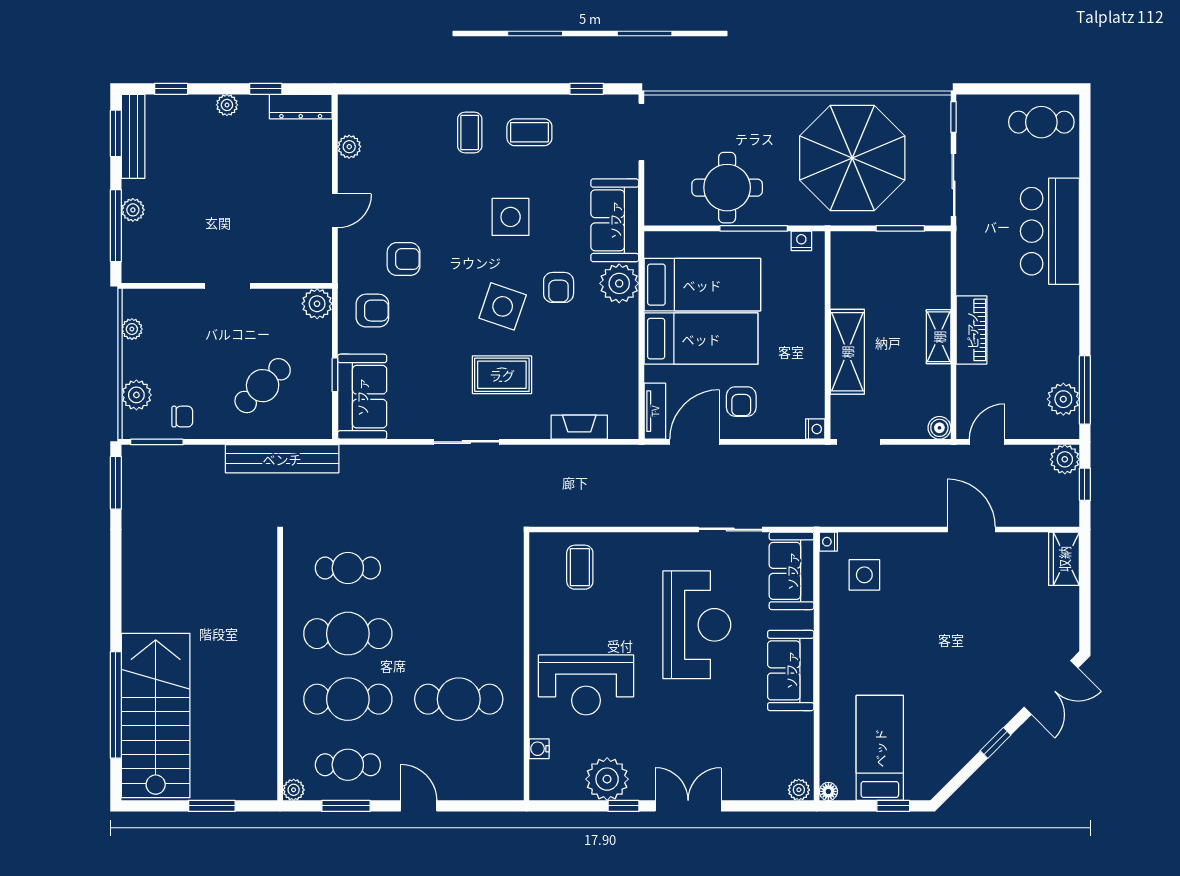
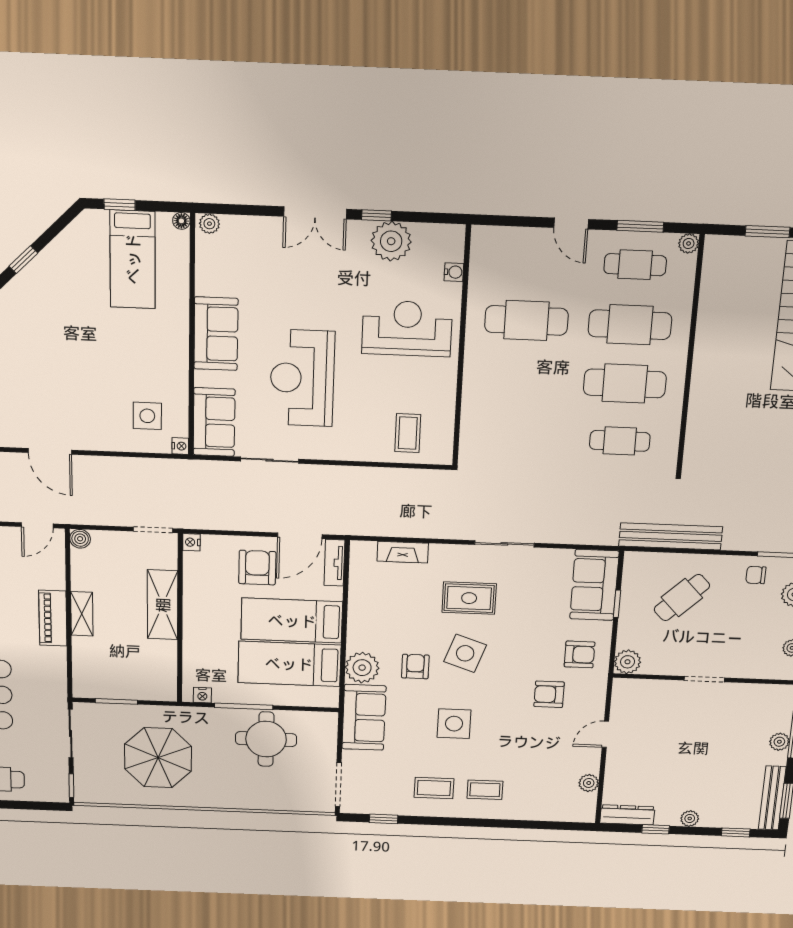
coffee table: (470, 133) -> (485, 790), turned 90
parasol: (852, 158) -> (158, 758), width x0.73, depth x0.73
armchair: (372, 311) -> (580, 654), turned 180
armchair: (741, 402) -> (257, 568), width x1.38, depth x1.38

